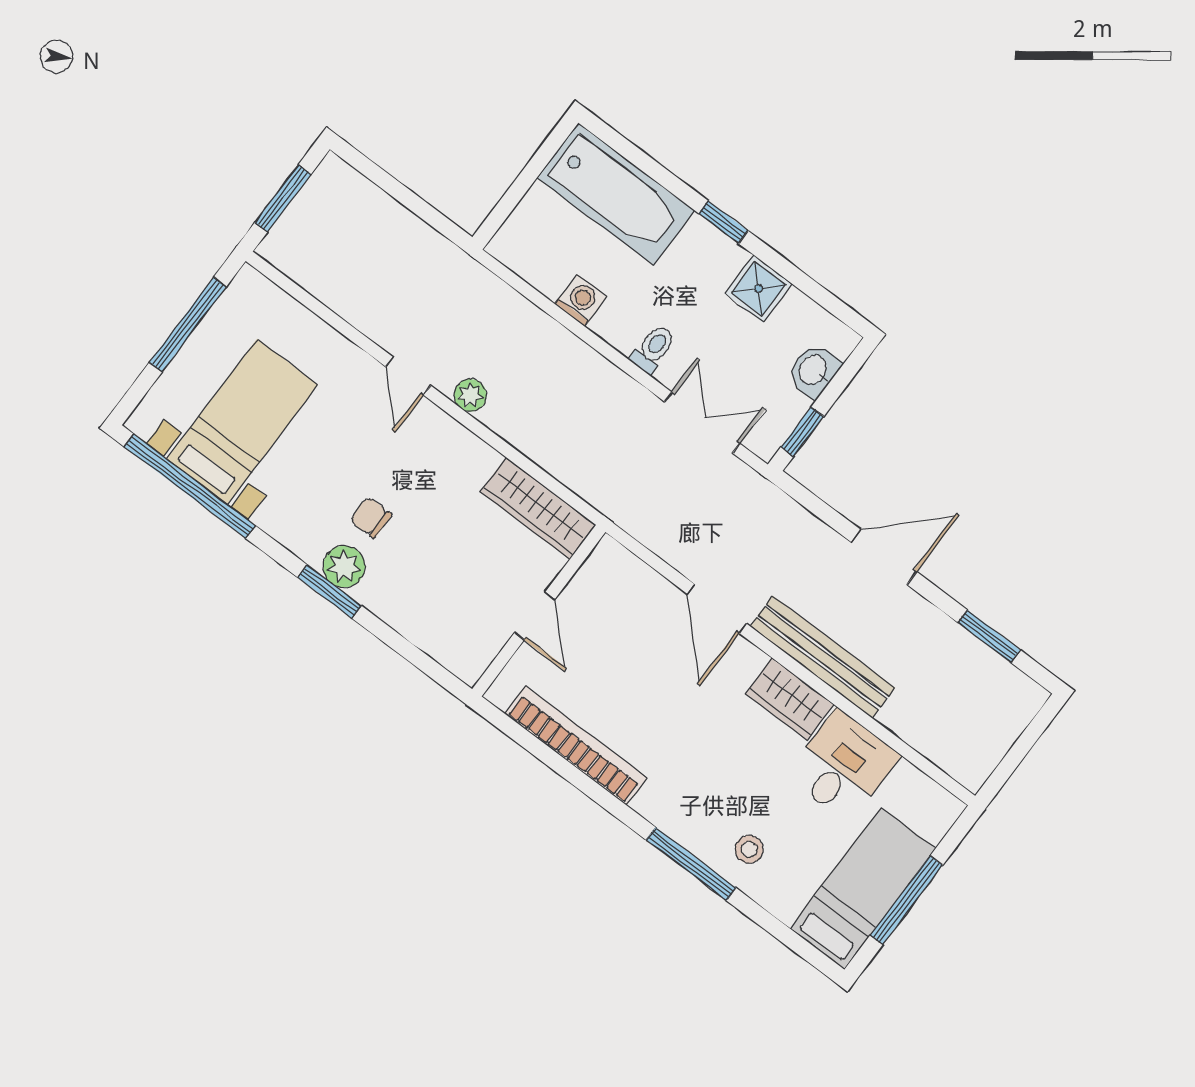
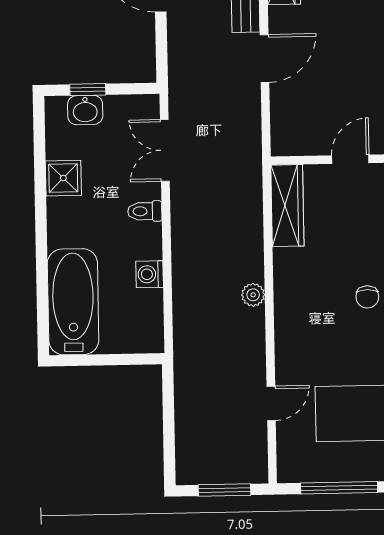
window: (723, 222) -> (41, 228), removed
door: (408, 376) -> (271, 403), moved
window: (802, 432) -> (88, 90), moved

